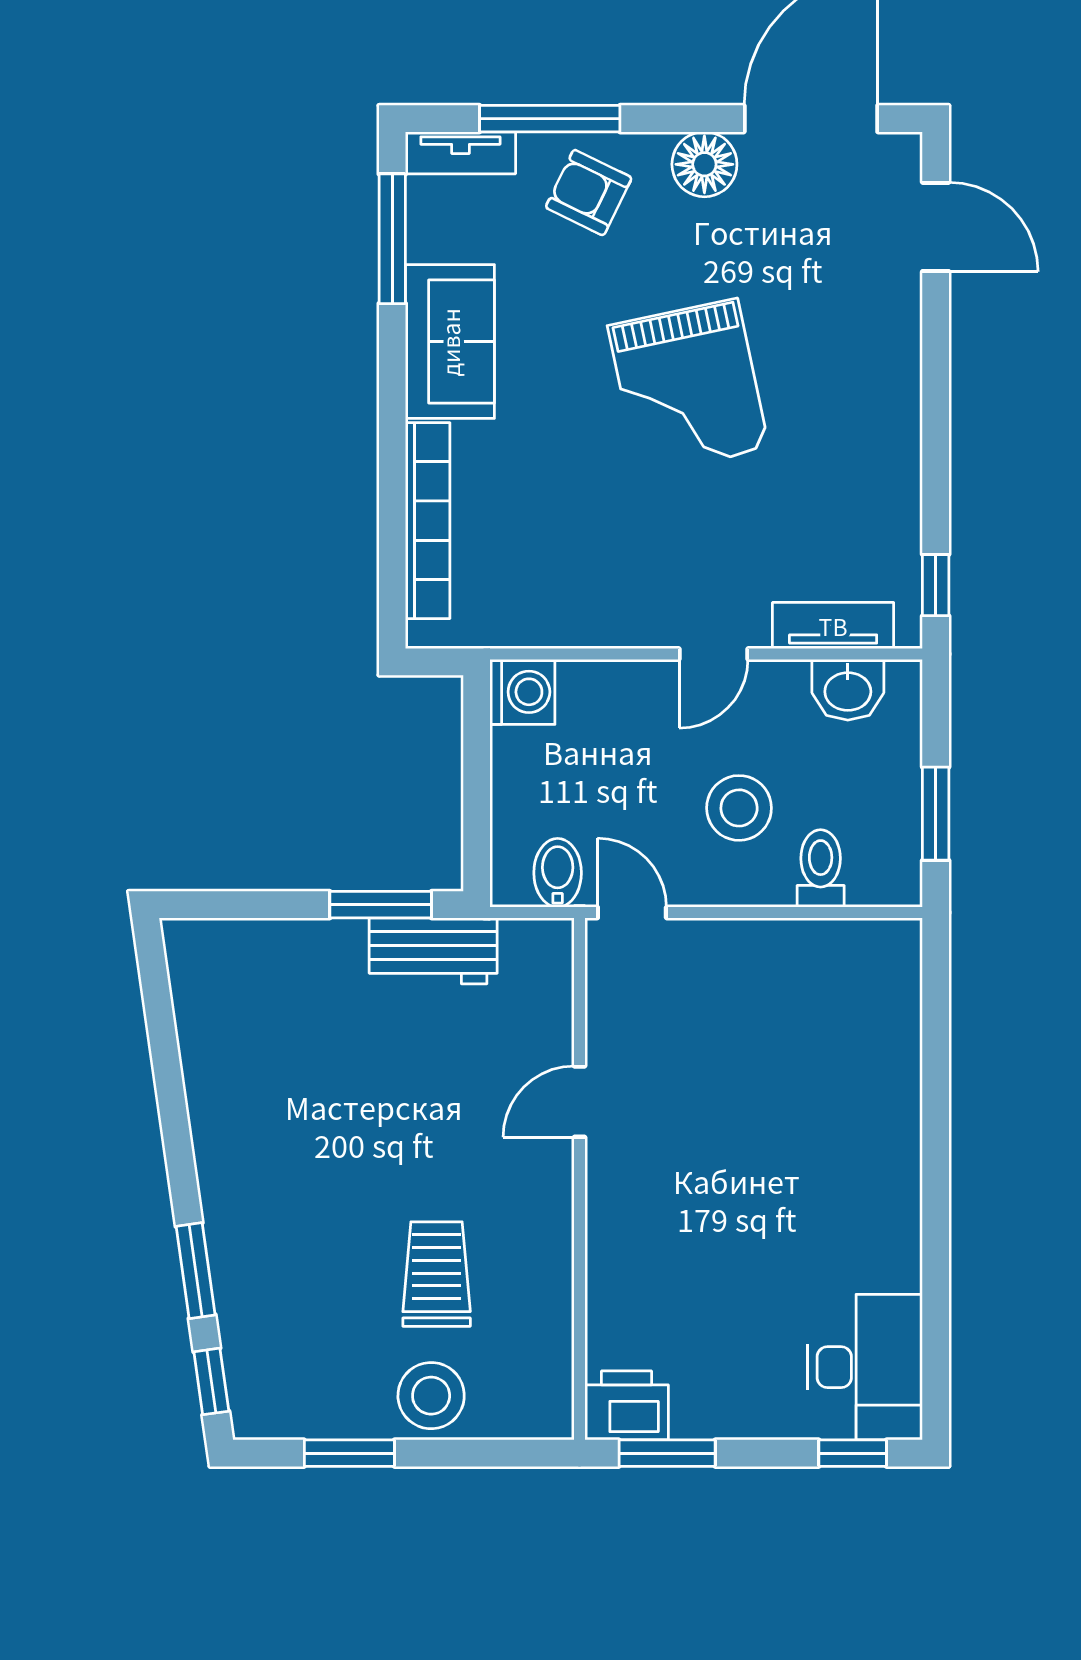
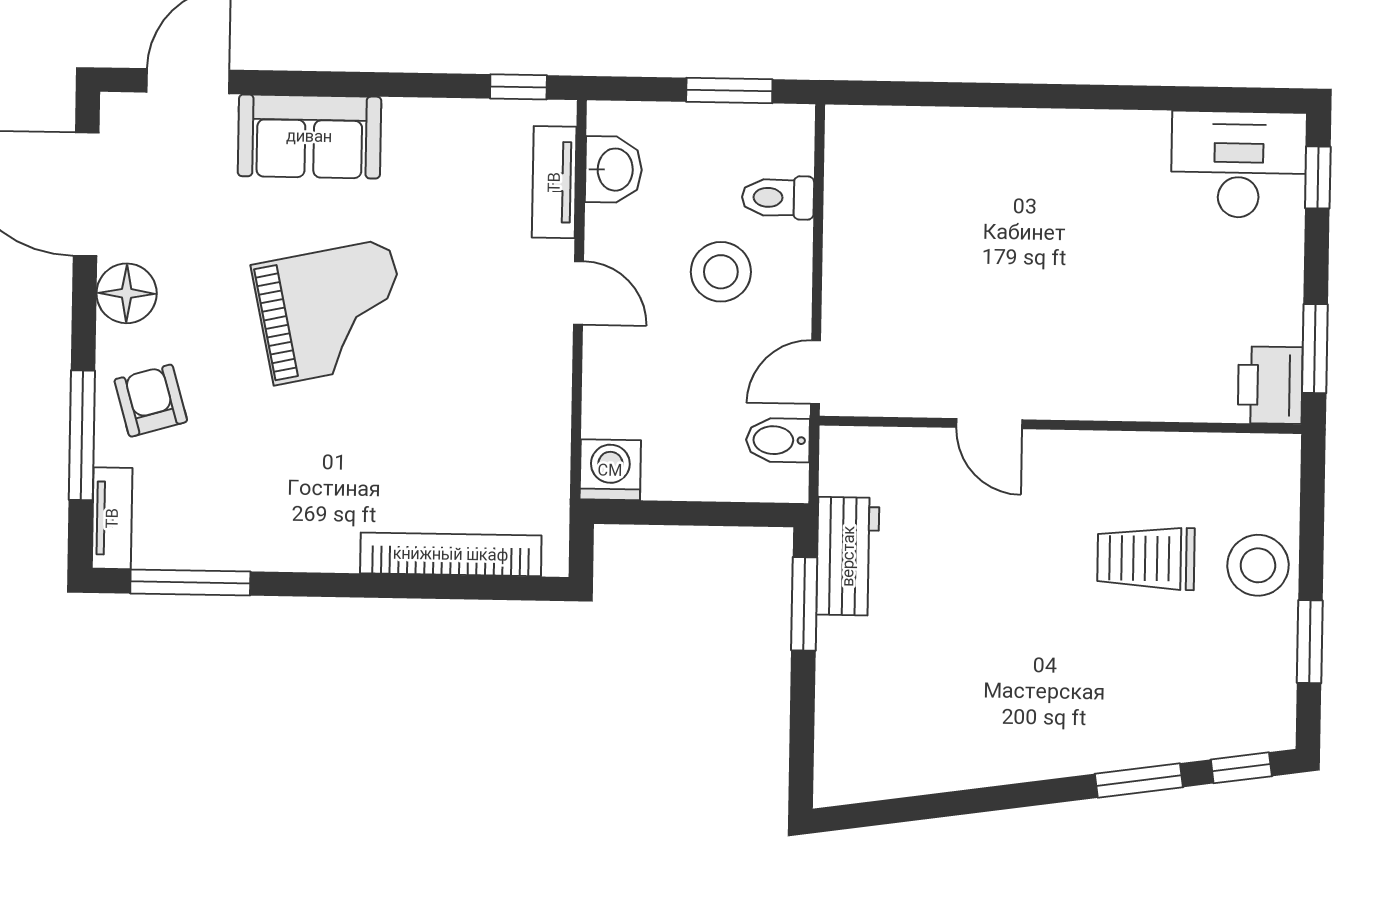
armchair: (589, 193) -> (151, 401), turned 138
sofa: (450, 342) -> (309, 136), moved, turned 180

